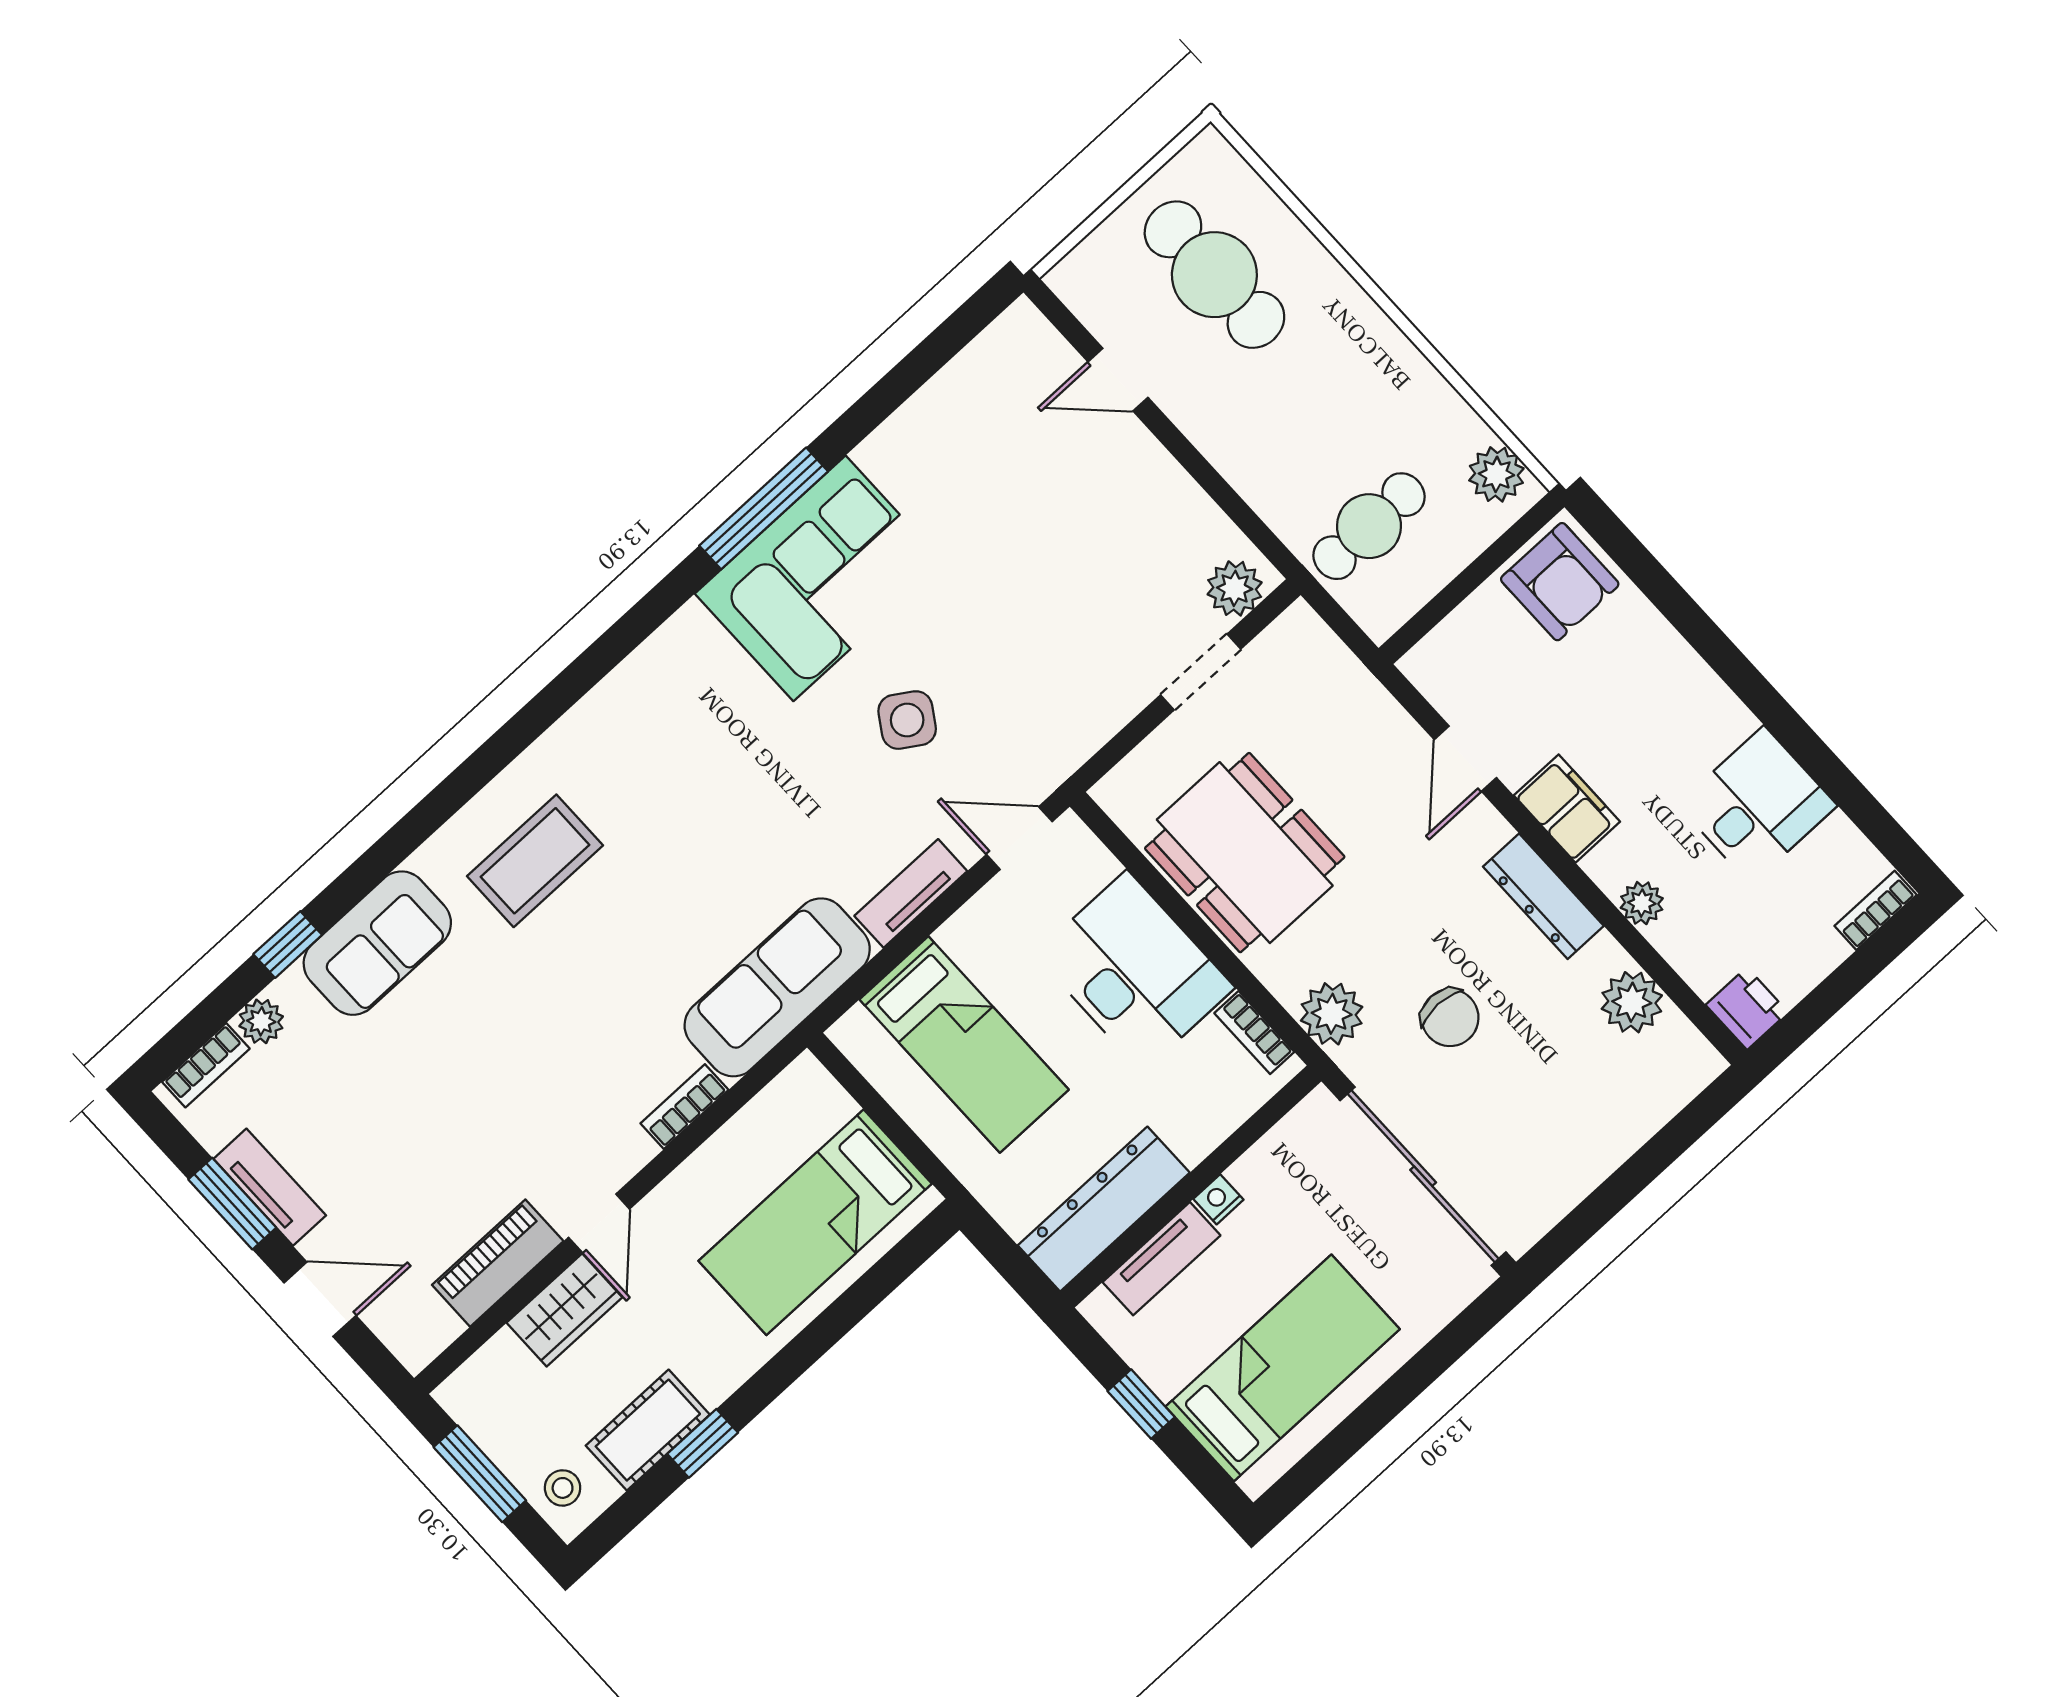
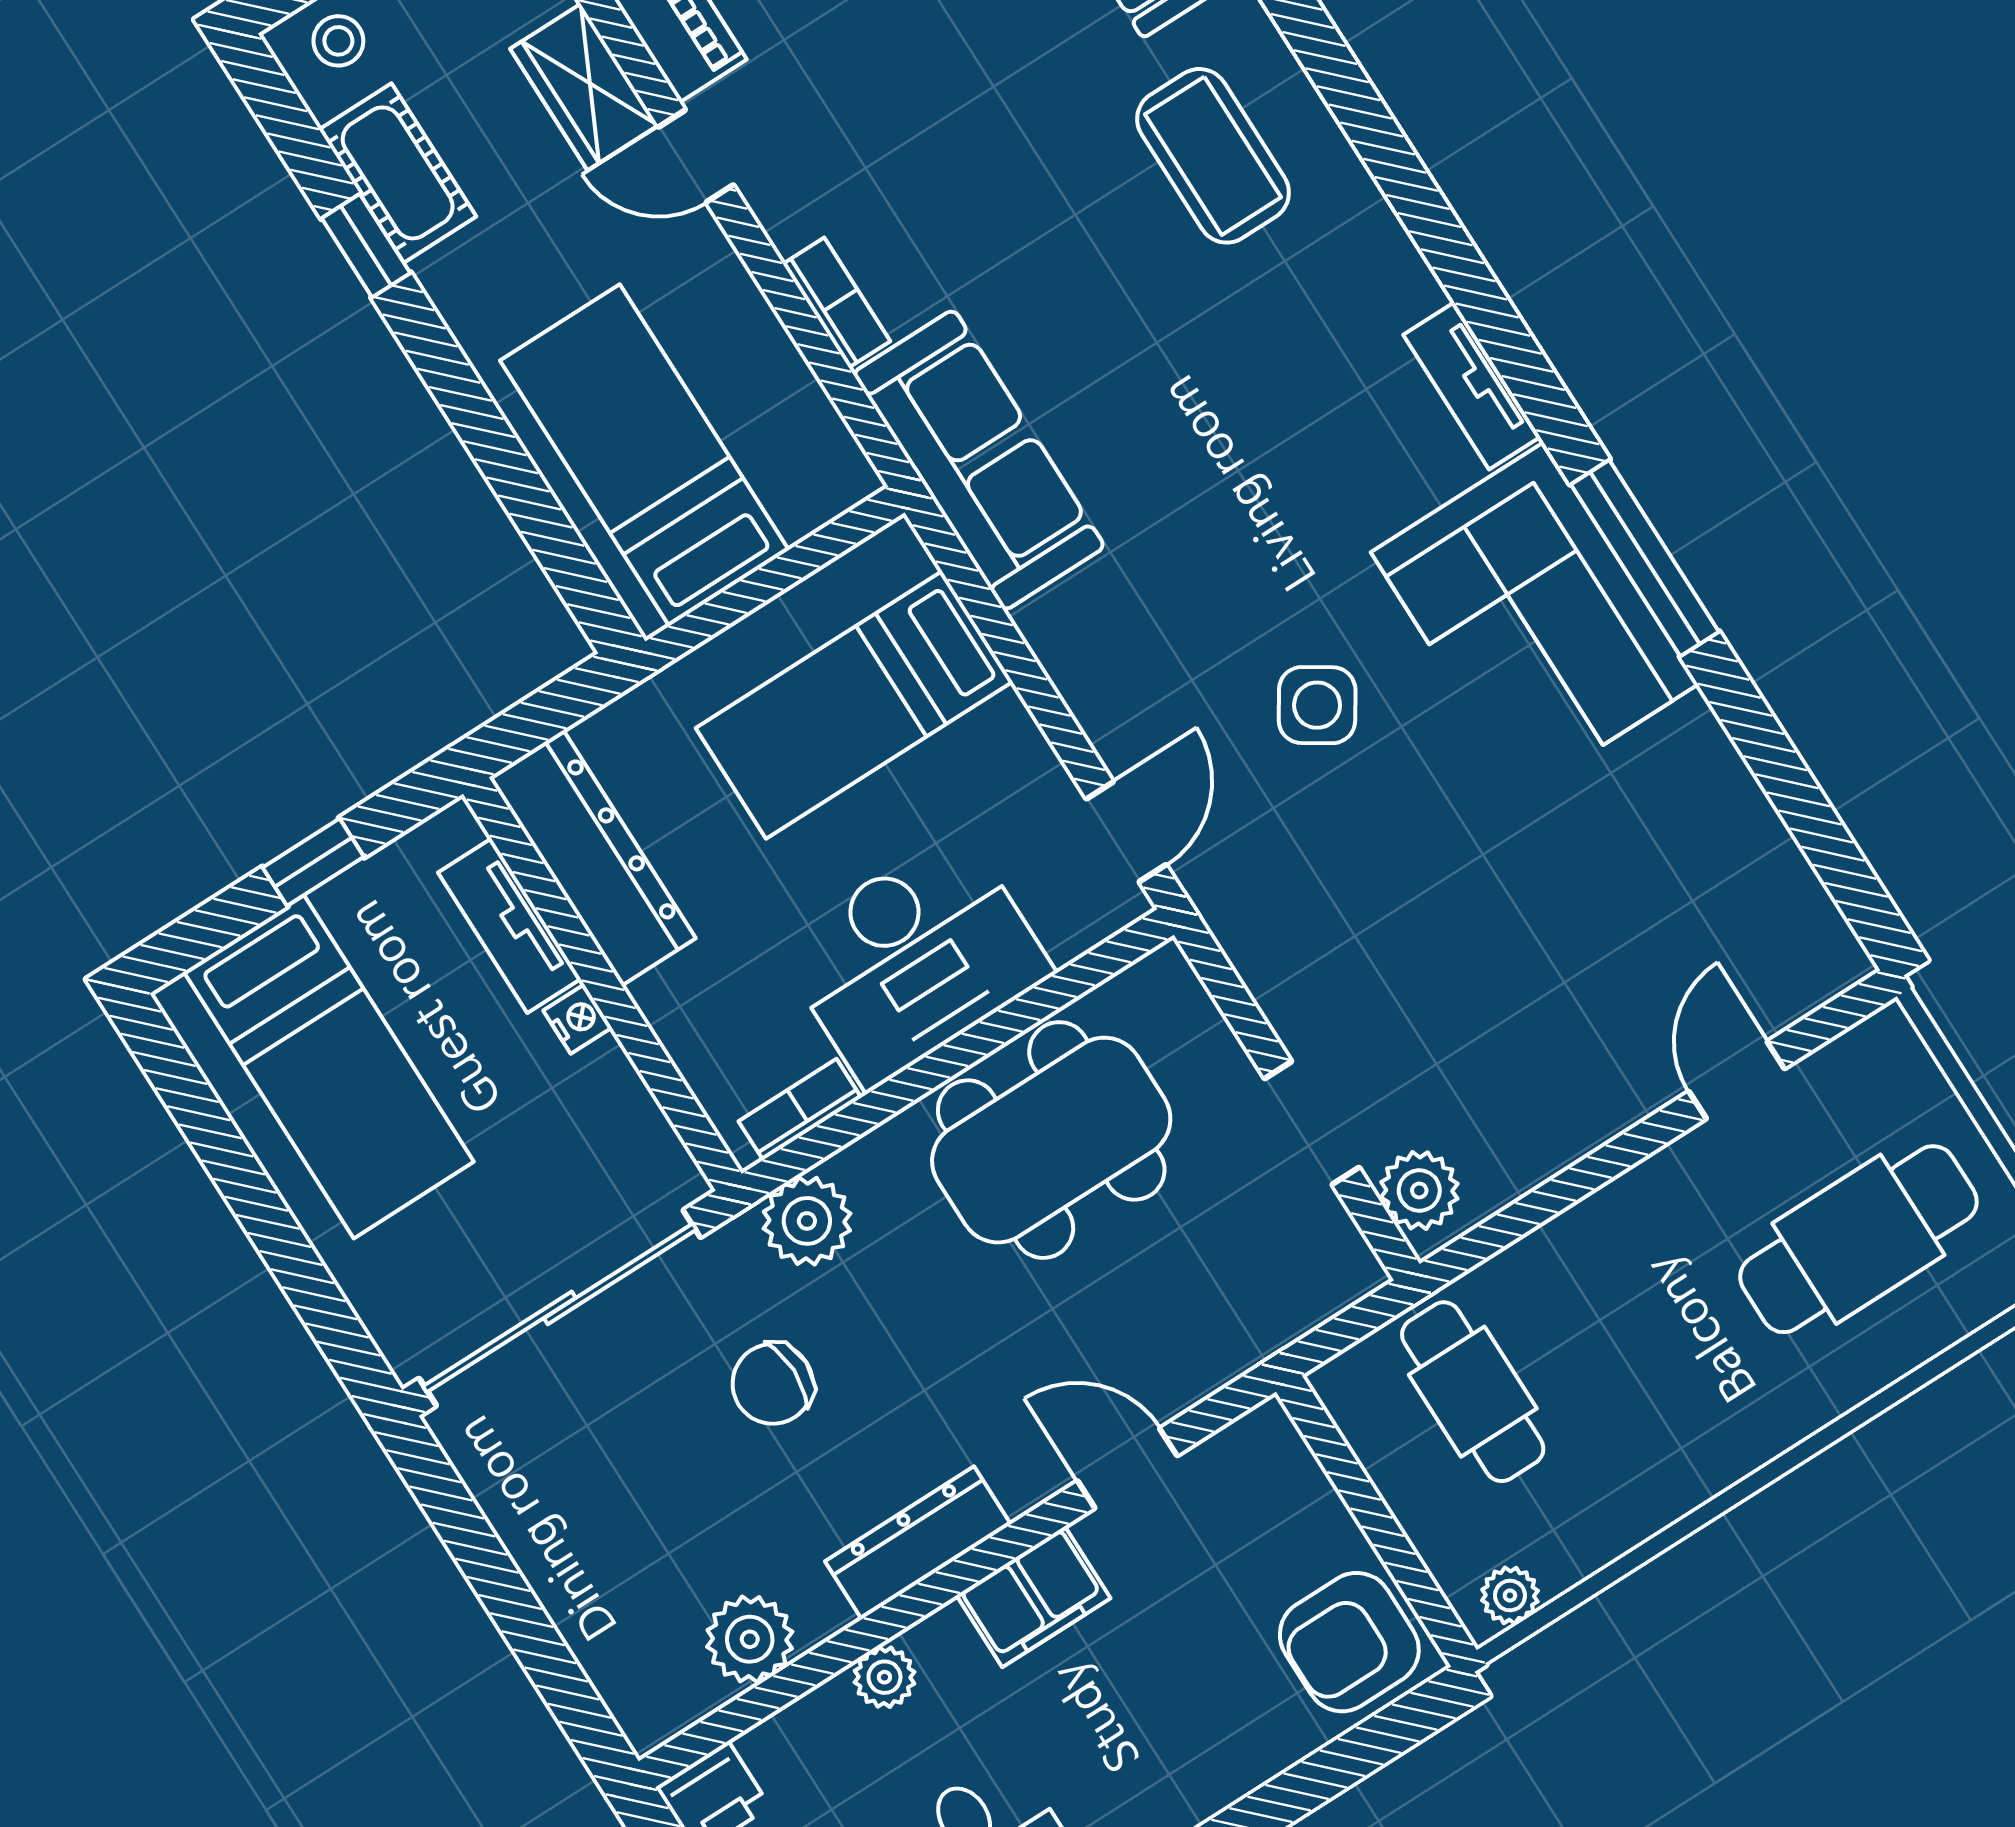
plant: (1496, 474) -> (1510, 1595), width x0.73, depth x0.73
tv unit: (911, 893) -> (1472, 386), moved, turned 180

